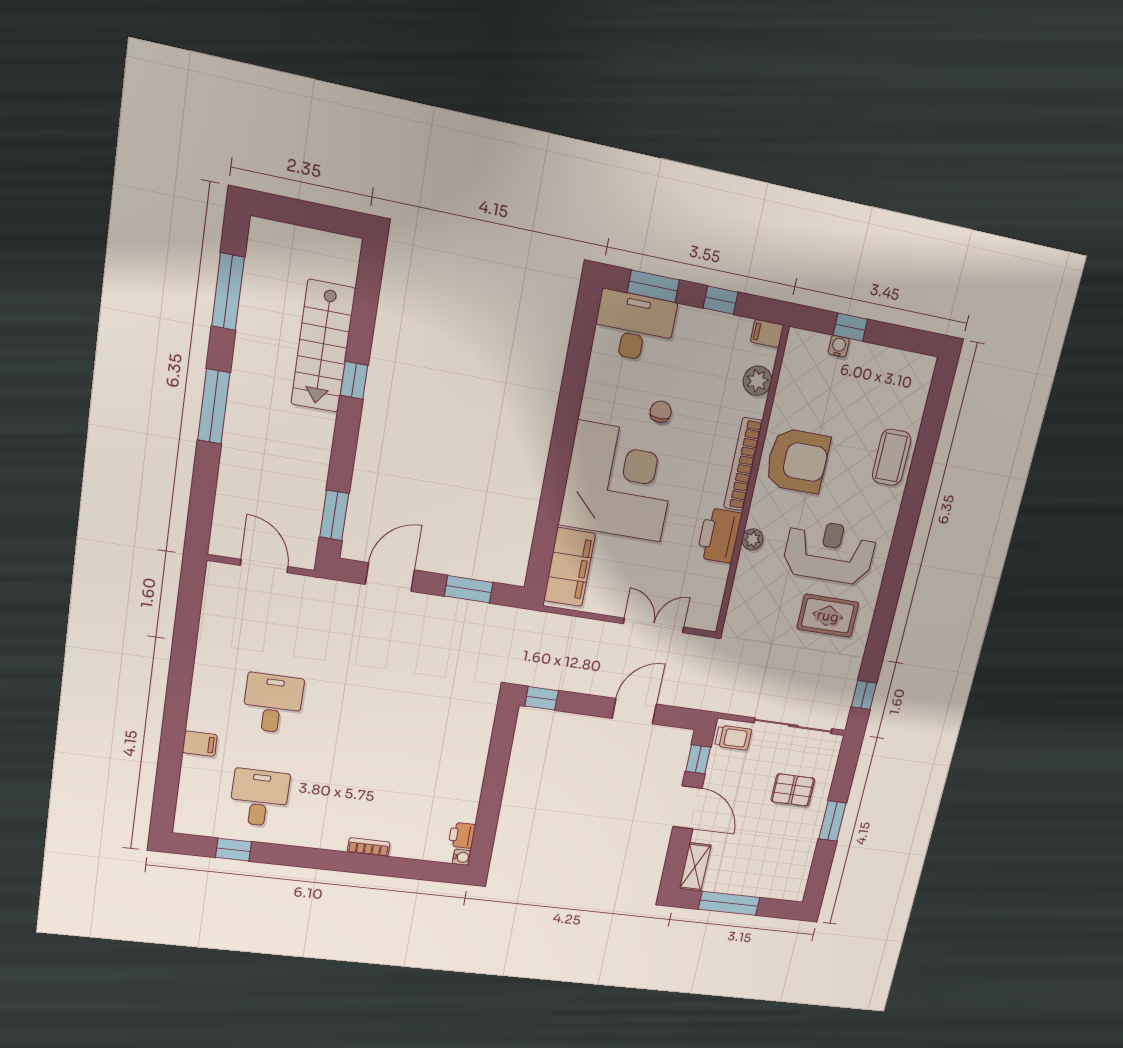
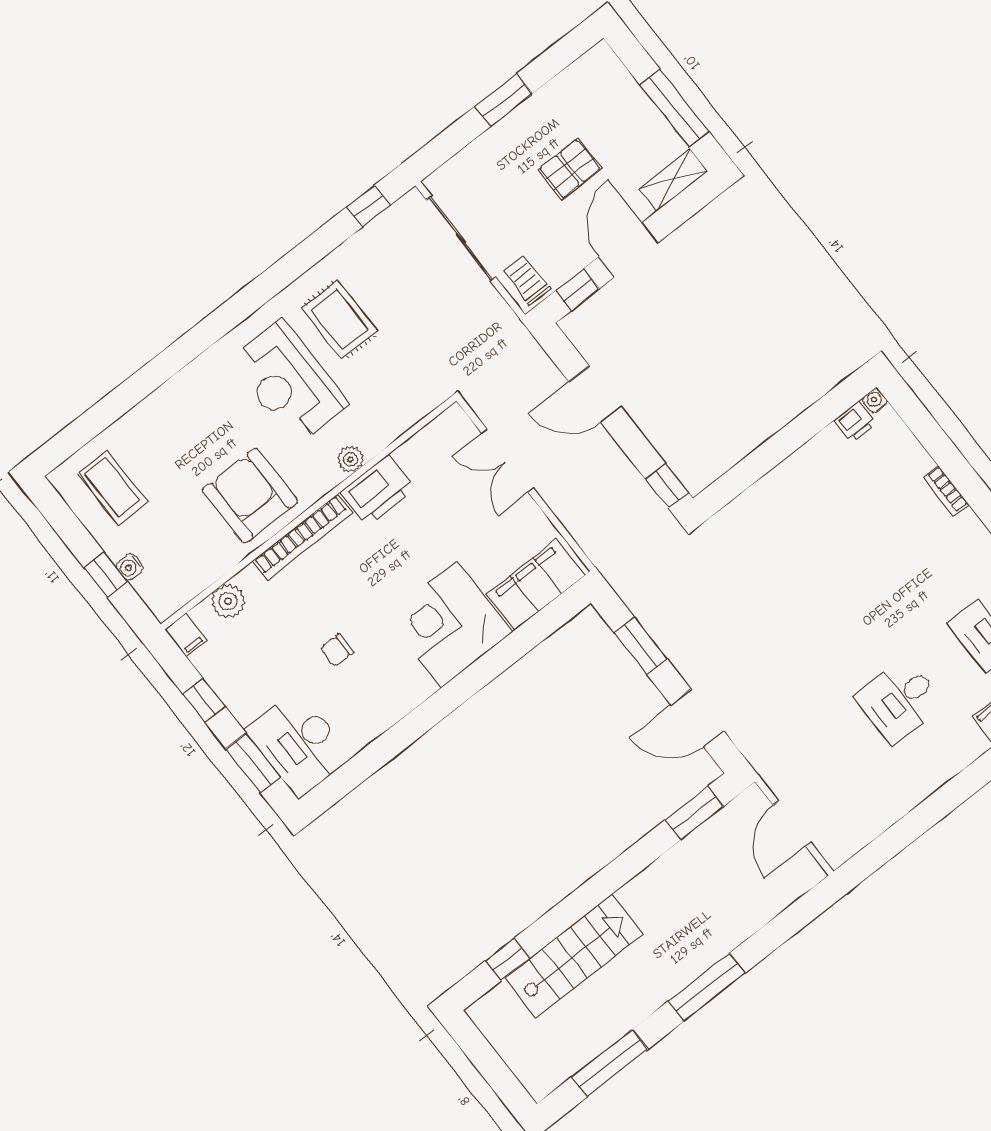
window: (354, 380) -> (508, 959), moved
coffee table: (892, 457) -> (112, 487), moved, turned 90
corner desk: (619, 482) -> (449, 624), width x0.74, depth x0.74
pallet: (793, 790) -> (570, 169), moved, turned 90

